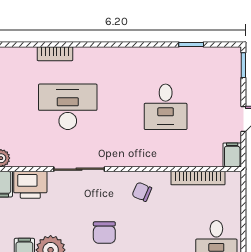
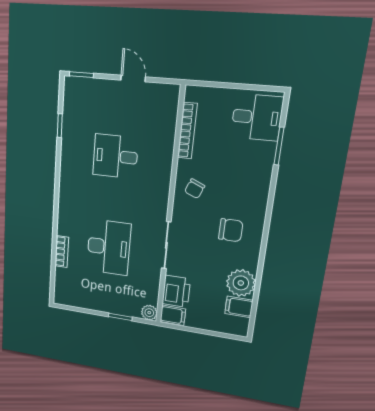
desk: (68, 107) -> (109, 247), turned 180
desk: (166, 107) -> (115, 156), turned 180
filing cabinet: (232, 155) -> (168, 93), removed

